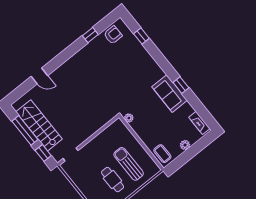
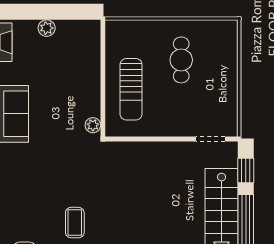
coffee table: (162, 154) -> (75, 223), moved
sun lounger: (129, 164) -> (131, 89), moved

